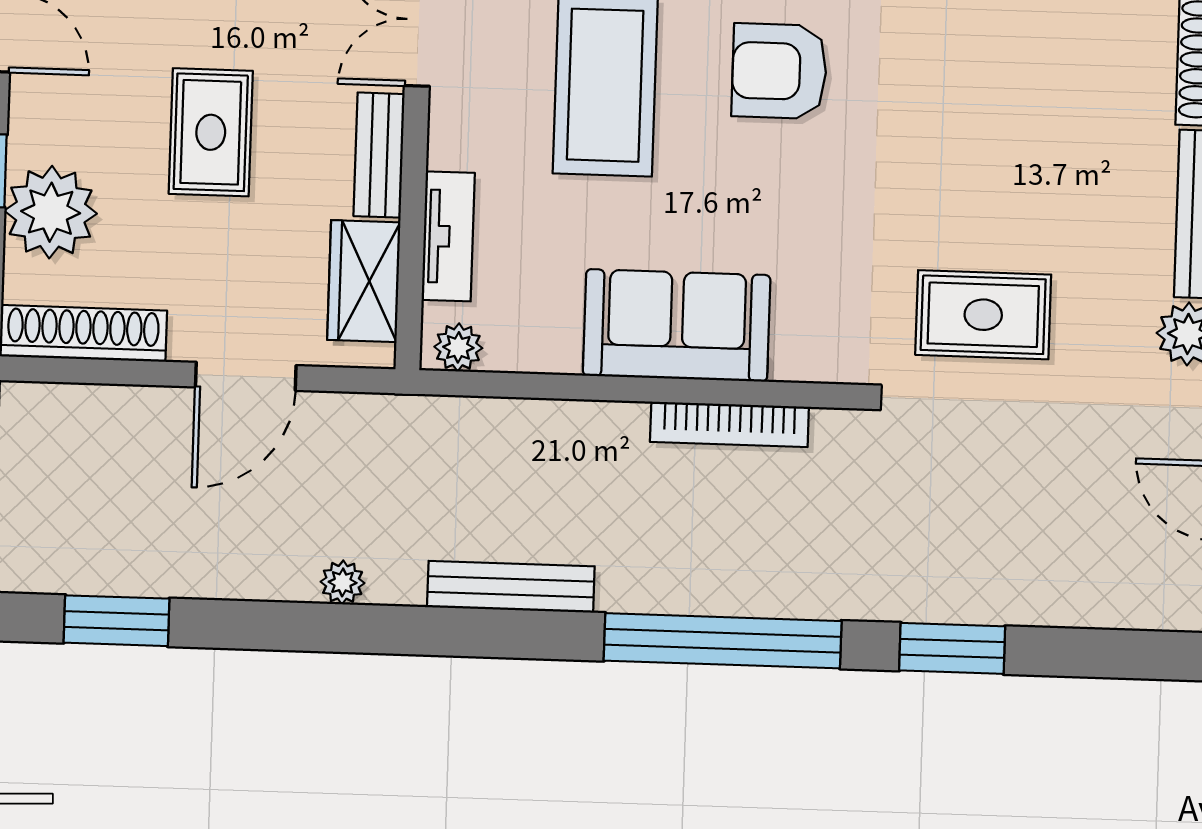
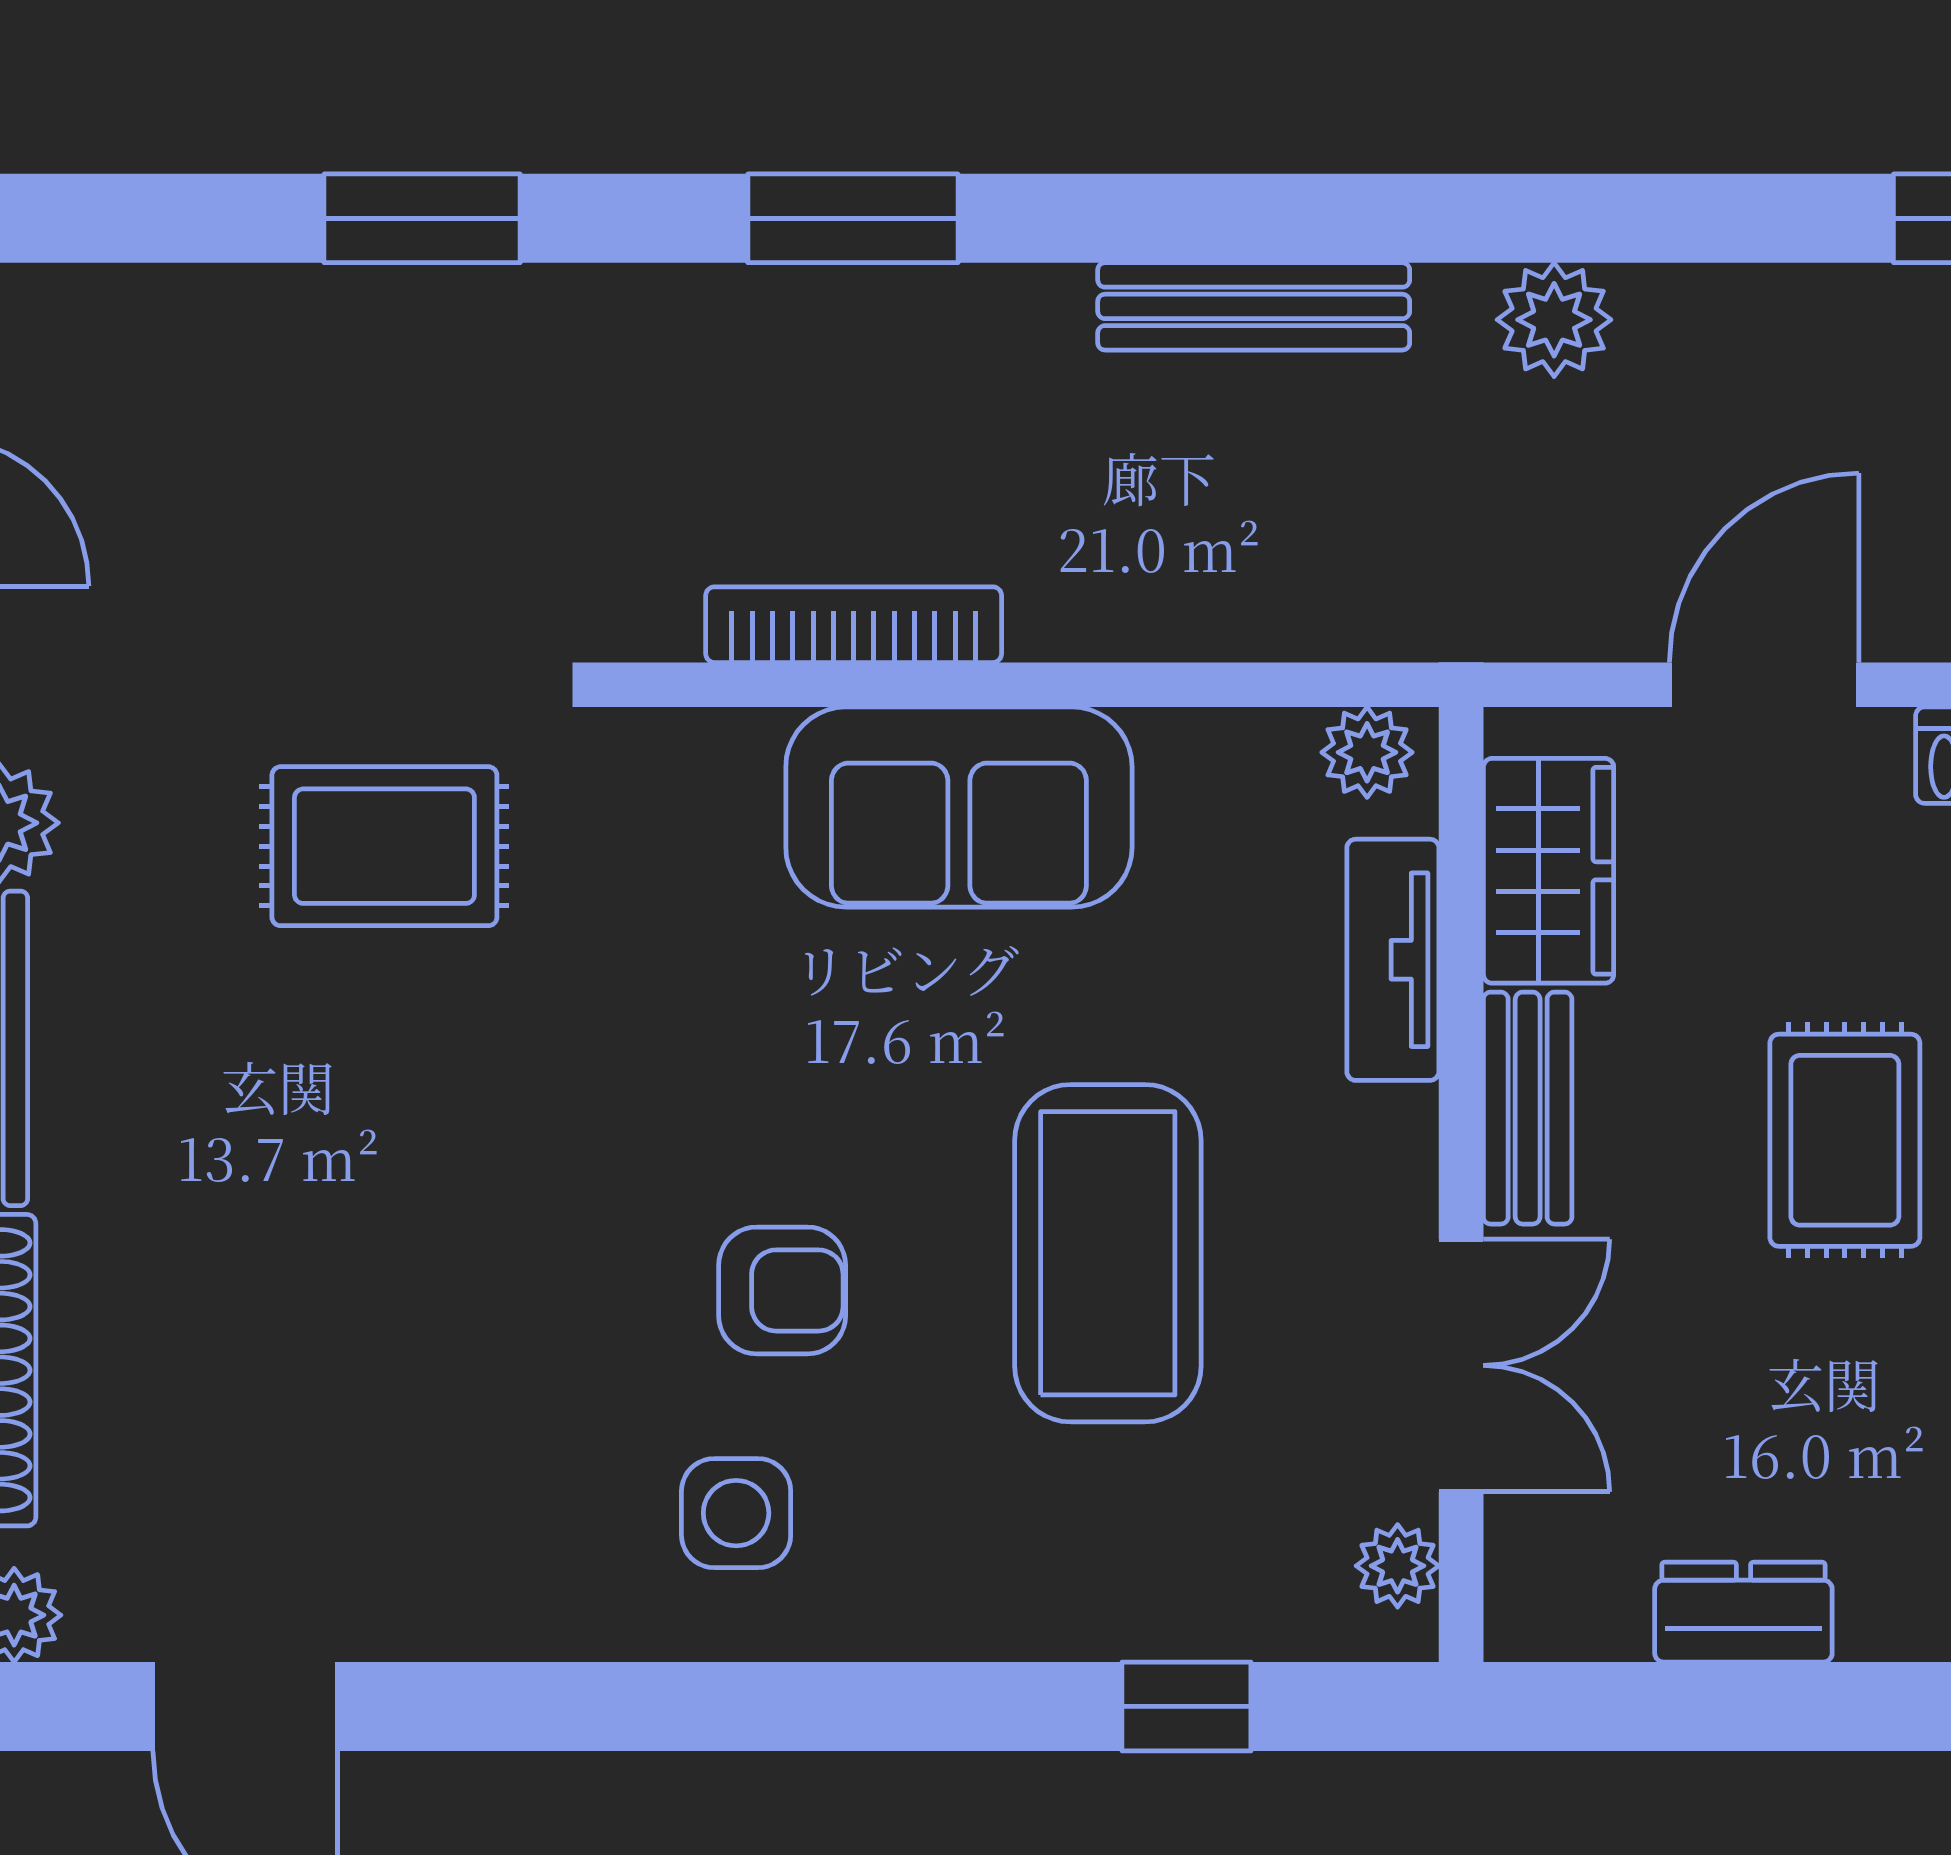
armchair: (779, 71) -> (782, 1290), width x0.72, depth x0.72
plant: (343, 582) -> (1554, 320), width x1.38, depth x1.38
window: (723, 641) -> (853, 218), width x0.47

